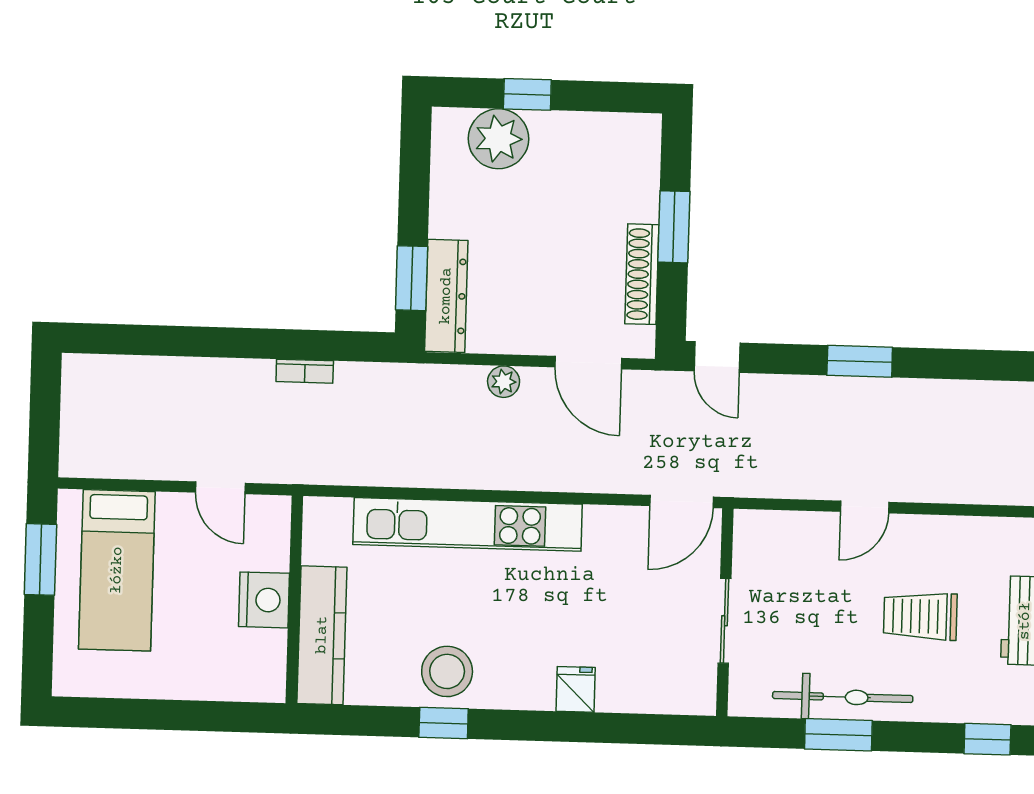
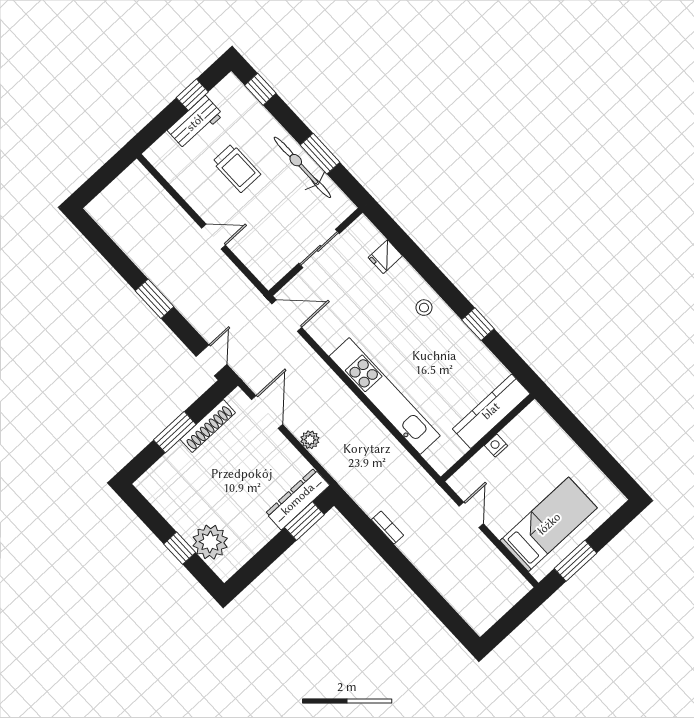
nightstand: (264, 600) -> (496, 446), width x0.53, depth x0.56
stool: (447, 671) -> (424, 308), moved, width x0.53, depth x0.53
fridge: (576, 689) -> (385, 257), moved

